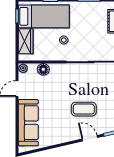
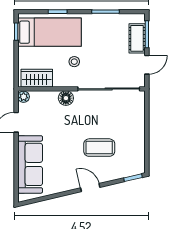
wardrobe: (26, 41) -> (37, 78), moved, turned -90
floor lamp: (43, 69) -> (66, 98), moved
door: (90, 138) -> (90, 188), moved

